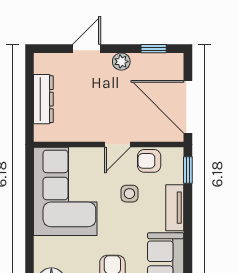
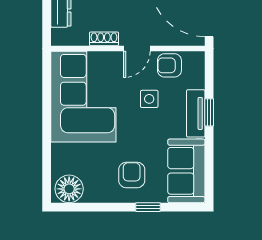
shoe rack: (85, 135) -> (104, 39), added
window: (188, 170) -> (209, 112), moved

